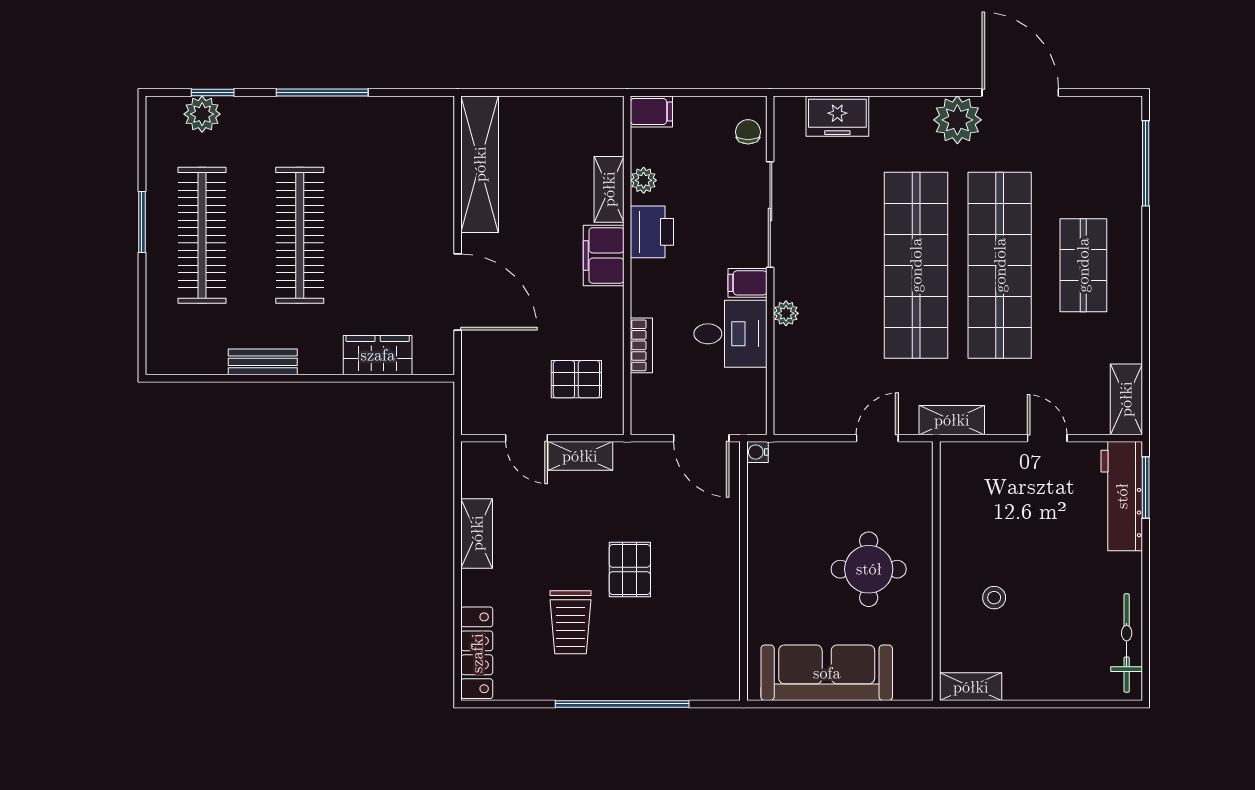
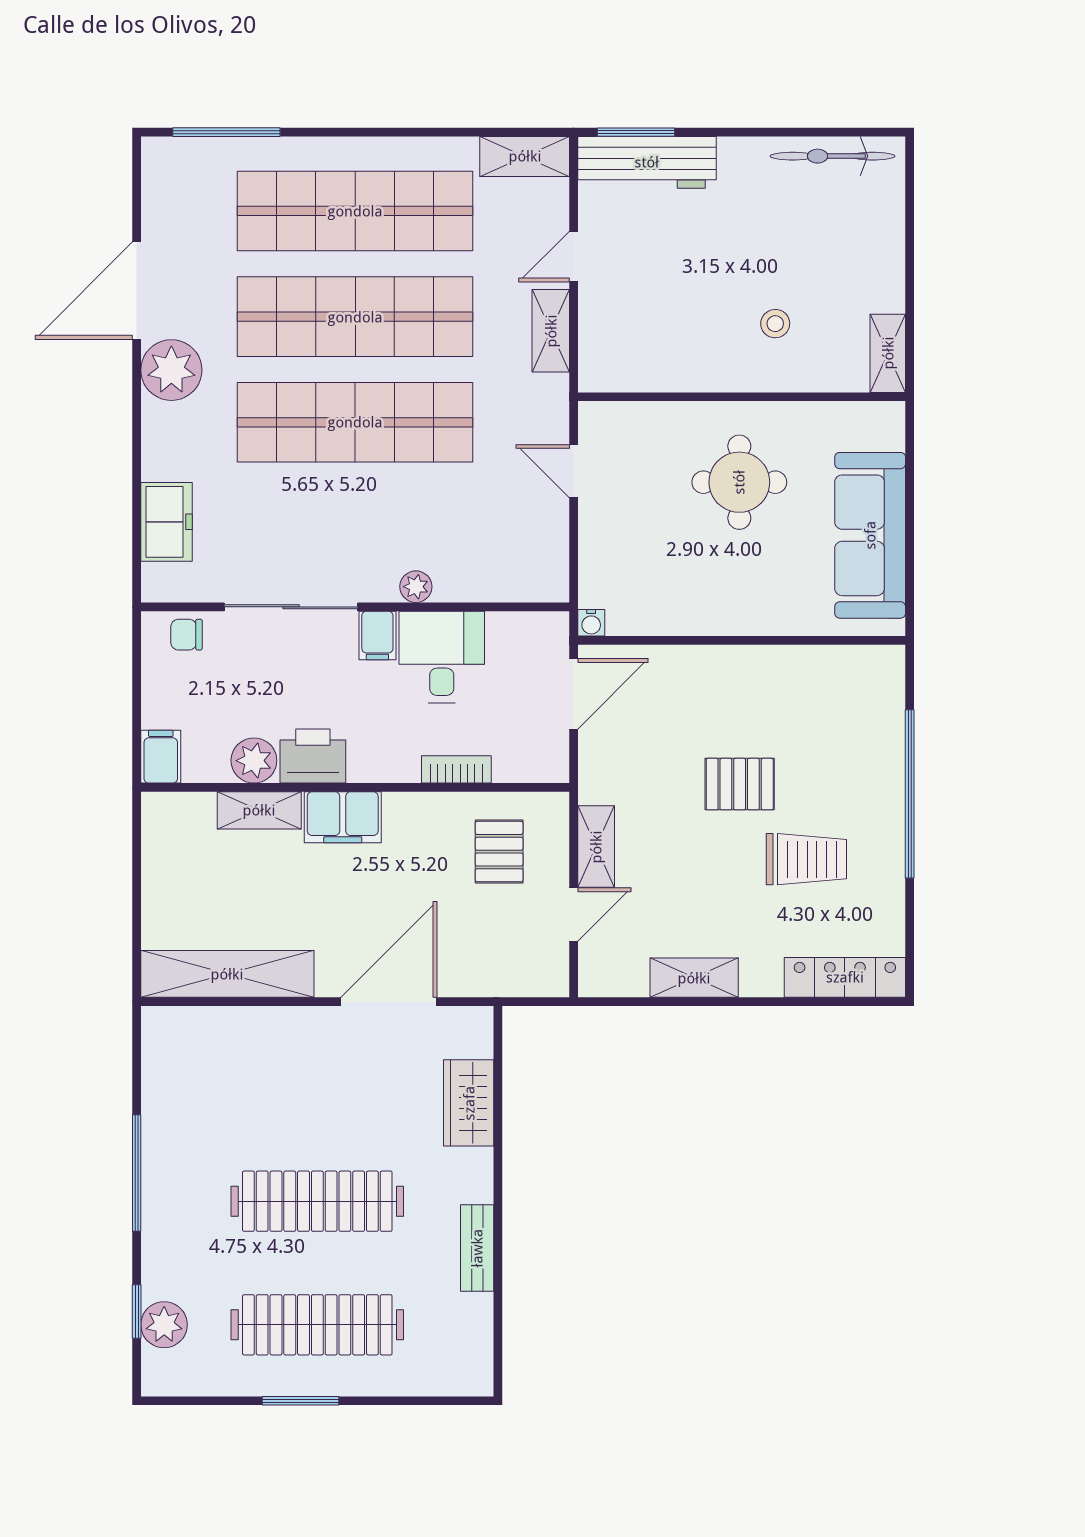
plant: (644, 180) -> (254, 761), width x1.38, depth x1.38
shop shelf: (1083, 265) -> (355, 211), width x2.00, depth x1.36
shelving: (952, 420) -> (551, 331), moved

